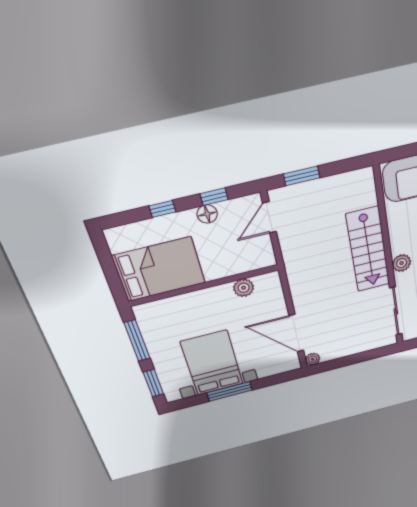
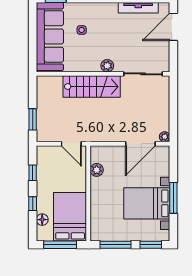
floor lamp: (207, 214) -> (42, 220), moved
door: (269, 217) -> (71, 144), moved
window: (109, 266) -> (60, 245), added

